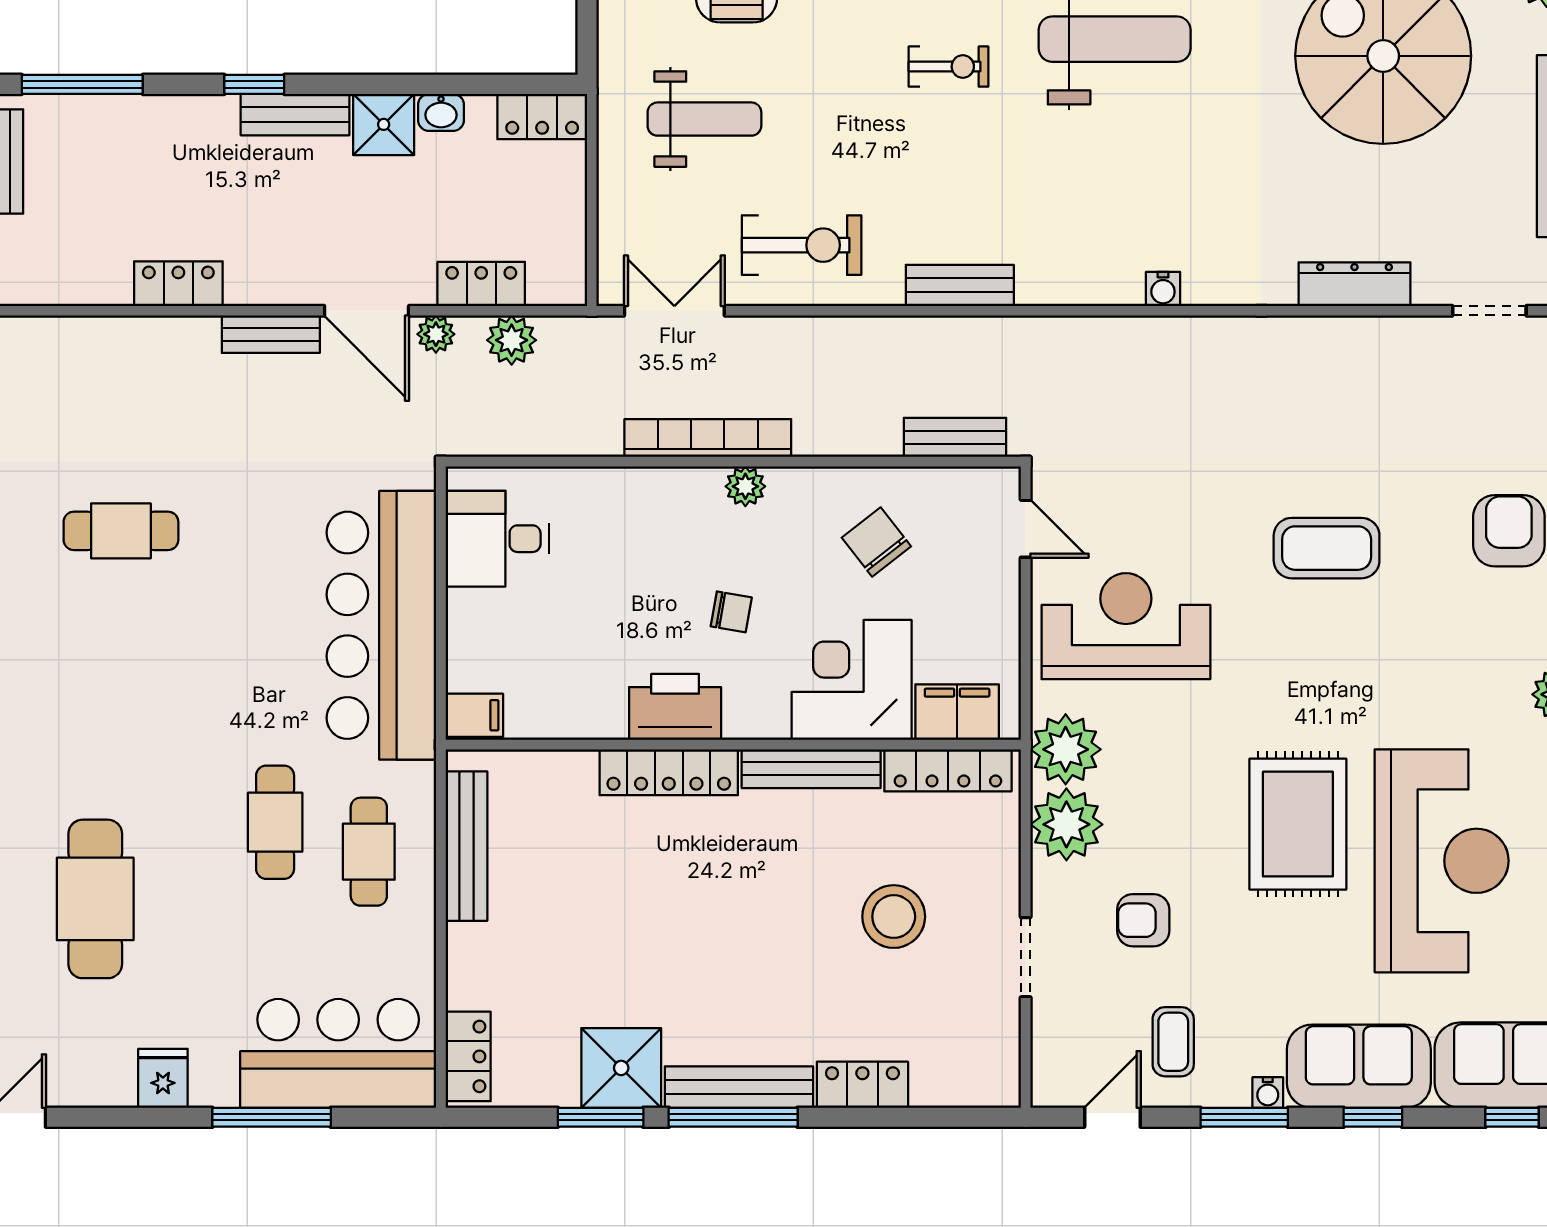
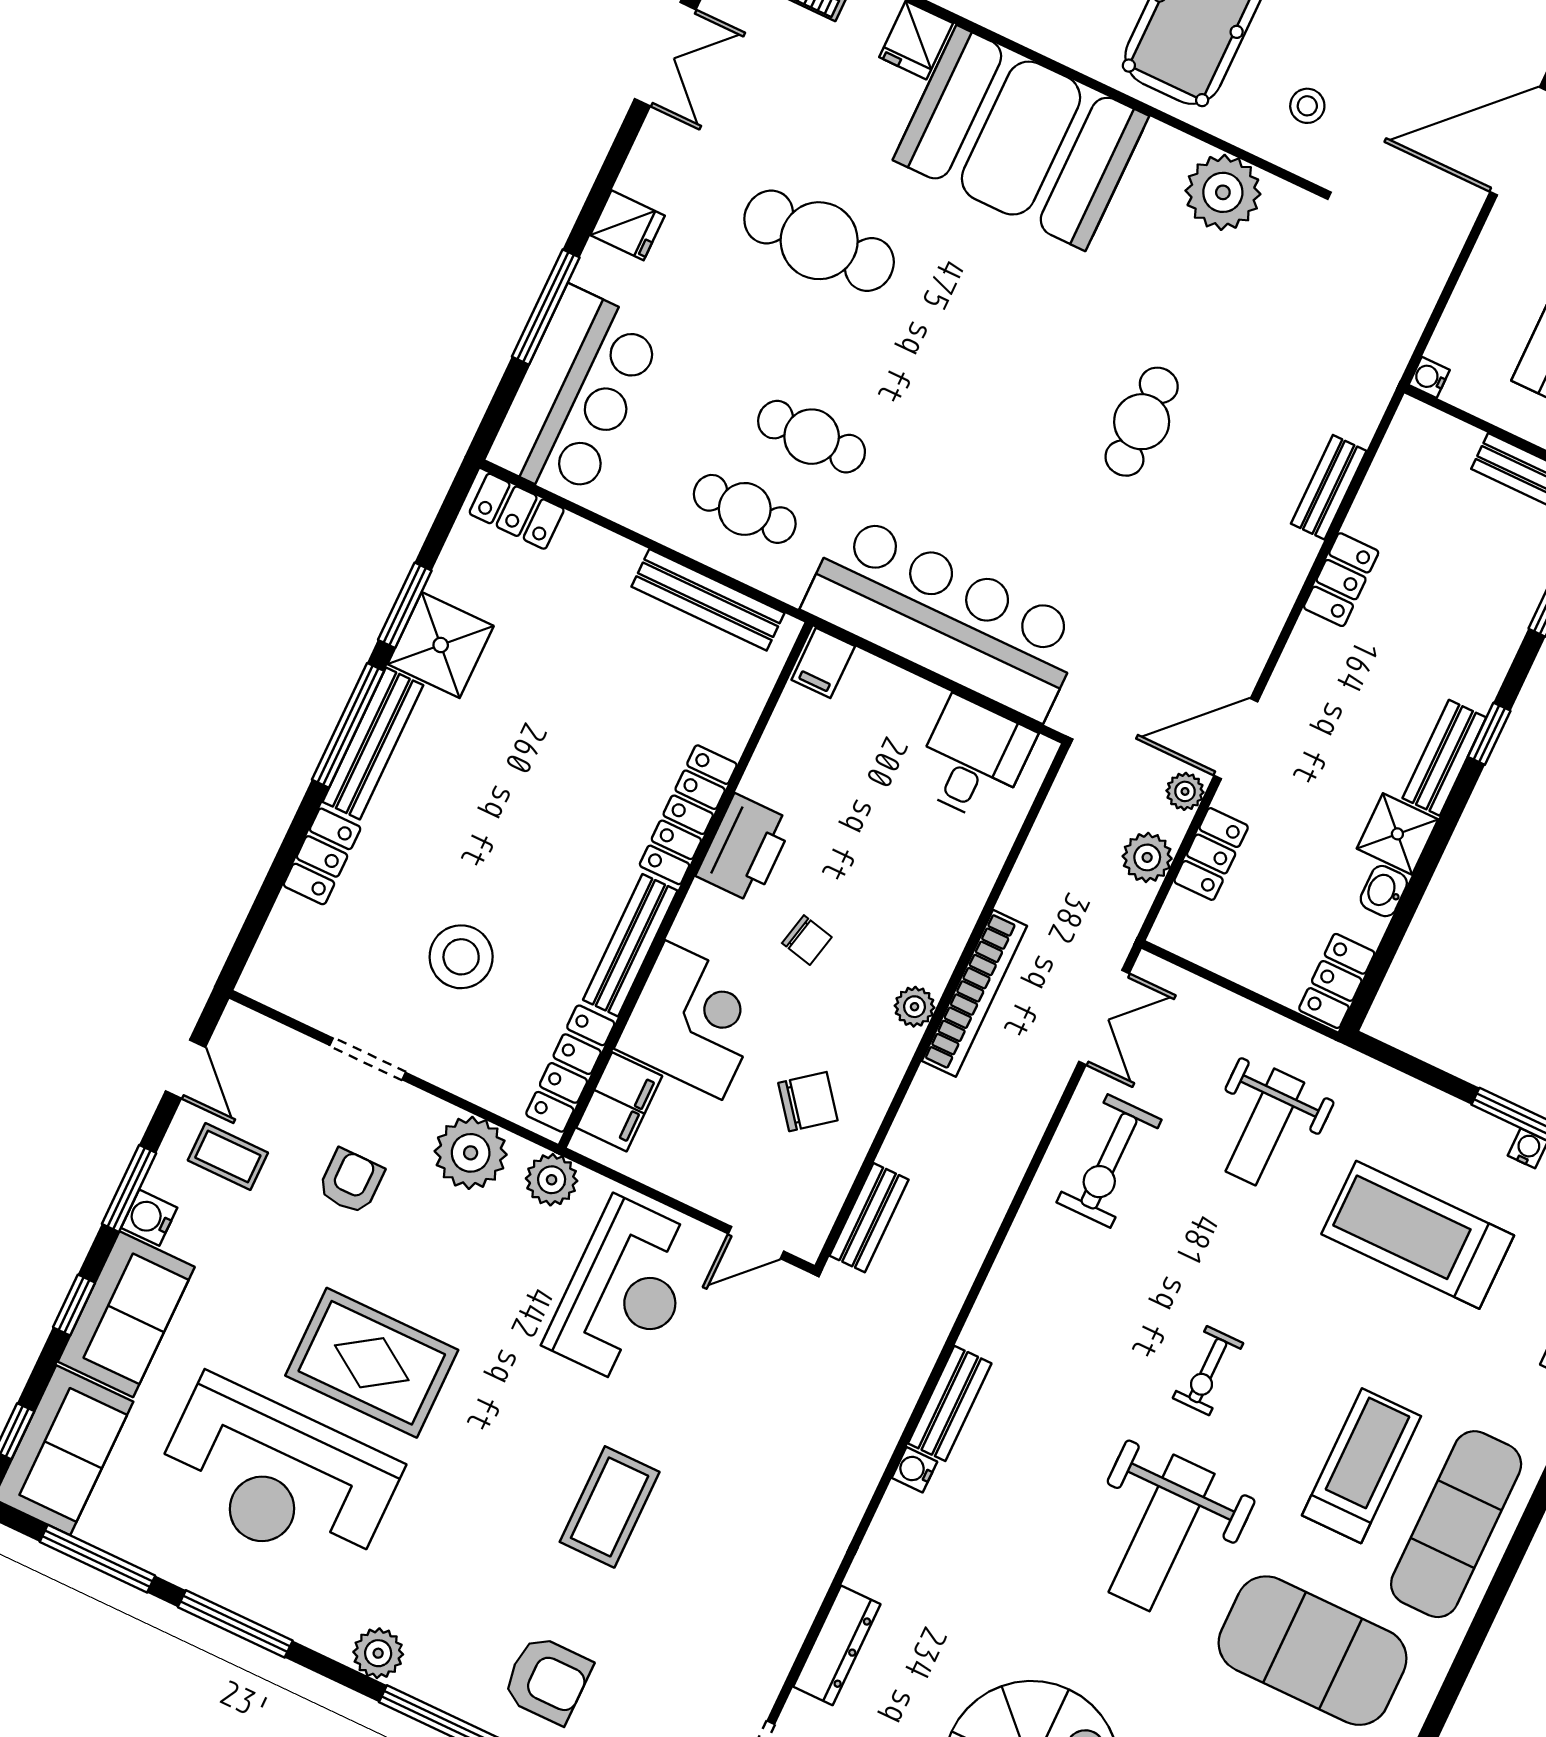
bench: (960, 285) -> (950, 1403), moved
bench: (271, 334) -> (1329, 487), moved
chair: (731, 612) -> (807, 940), turned -87
plant: (1066, 749) -> (552, 1180), width x0.73, depth x0.73
water cooler: (1268, 1092) -> (149, 1218), width x1.38, depth x1.38

